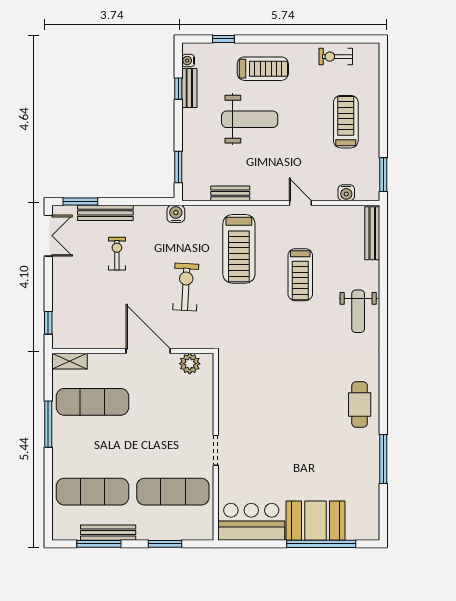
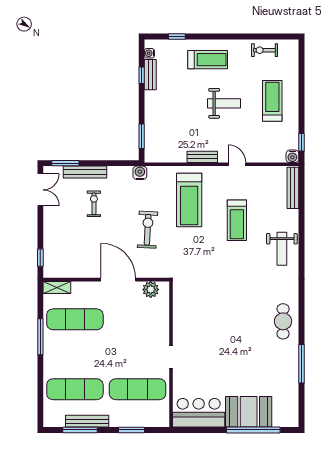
weight bench: (250, 119) -> (224, 103), moved, width x0.73, depth x0.75
window: (383, 175) -> (302, 142), width x0.67
bench: (230, 193) -> (202, 157), moved
water cooler: (346, 193) -> (292, 156), moved

